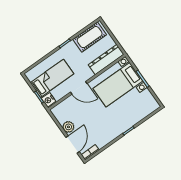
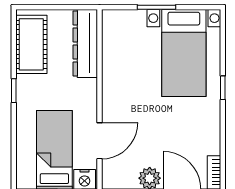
bed with nightstands: (118, 85) -> (184, 53), moved
door: (79, 88) -> (99, 141), moved

